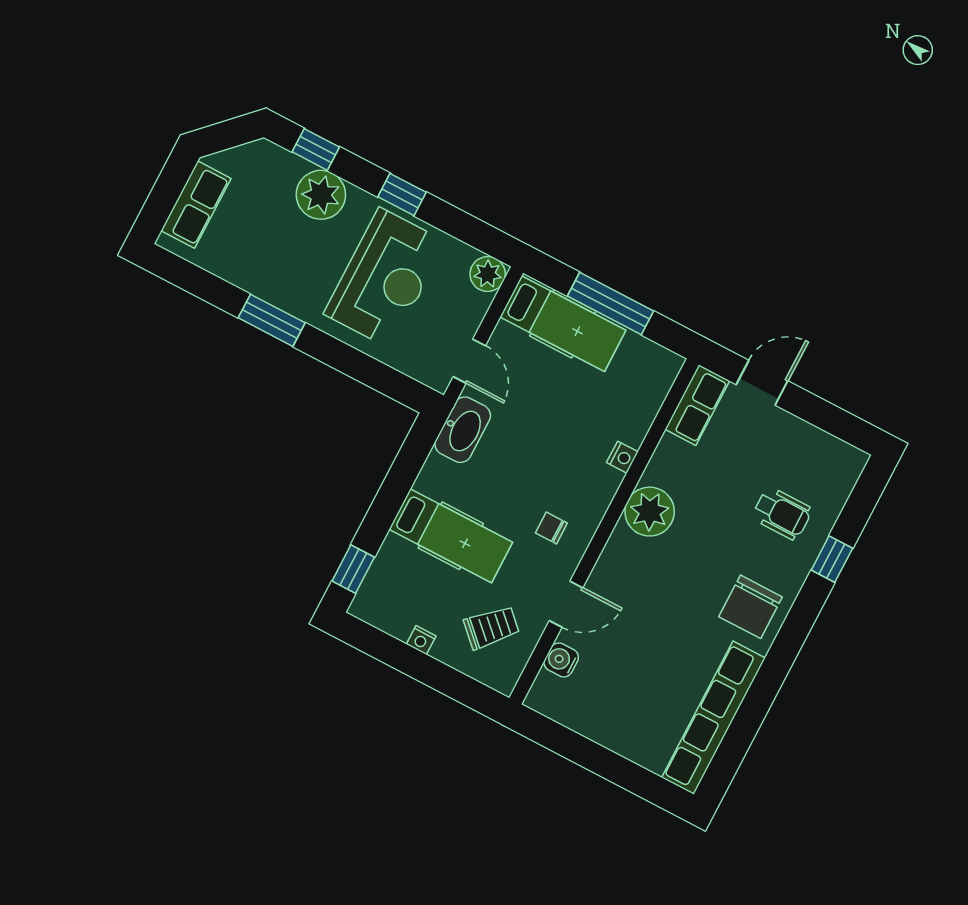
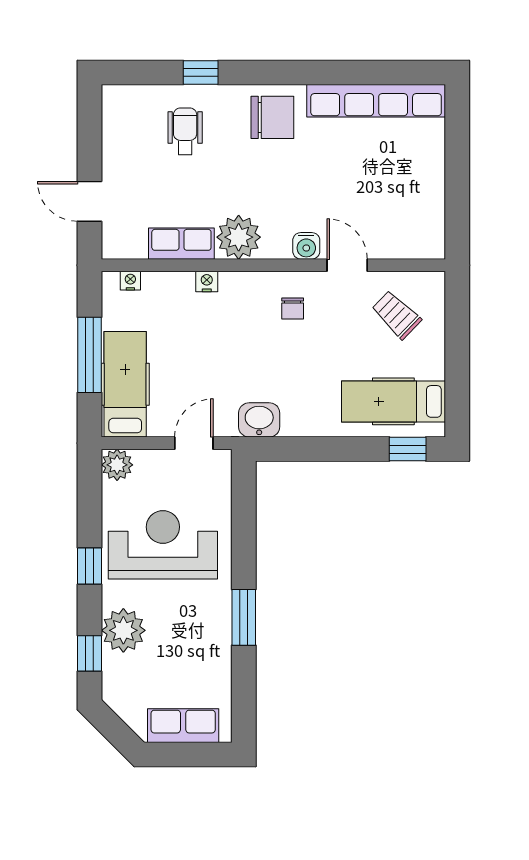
row of seats: (697, 405) -> (181, 244), moved
washbasin: (463, 430) -> (259, 420), width x0.72
hospital bed: (451, 536) -> (393, 401), moved, turned -90
nightstand: (421, 640) -> (130, 281), moved, turned -90
water cooler: (561, 660) -> (306, 246), moved

